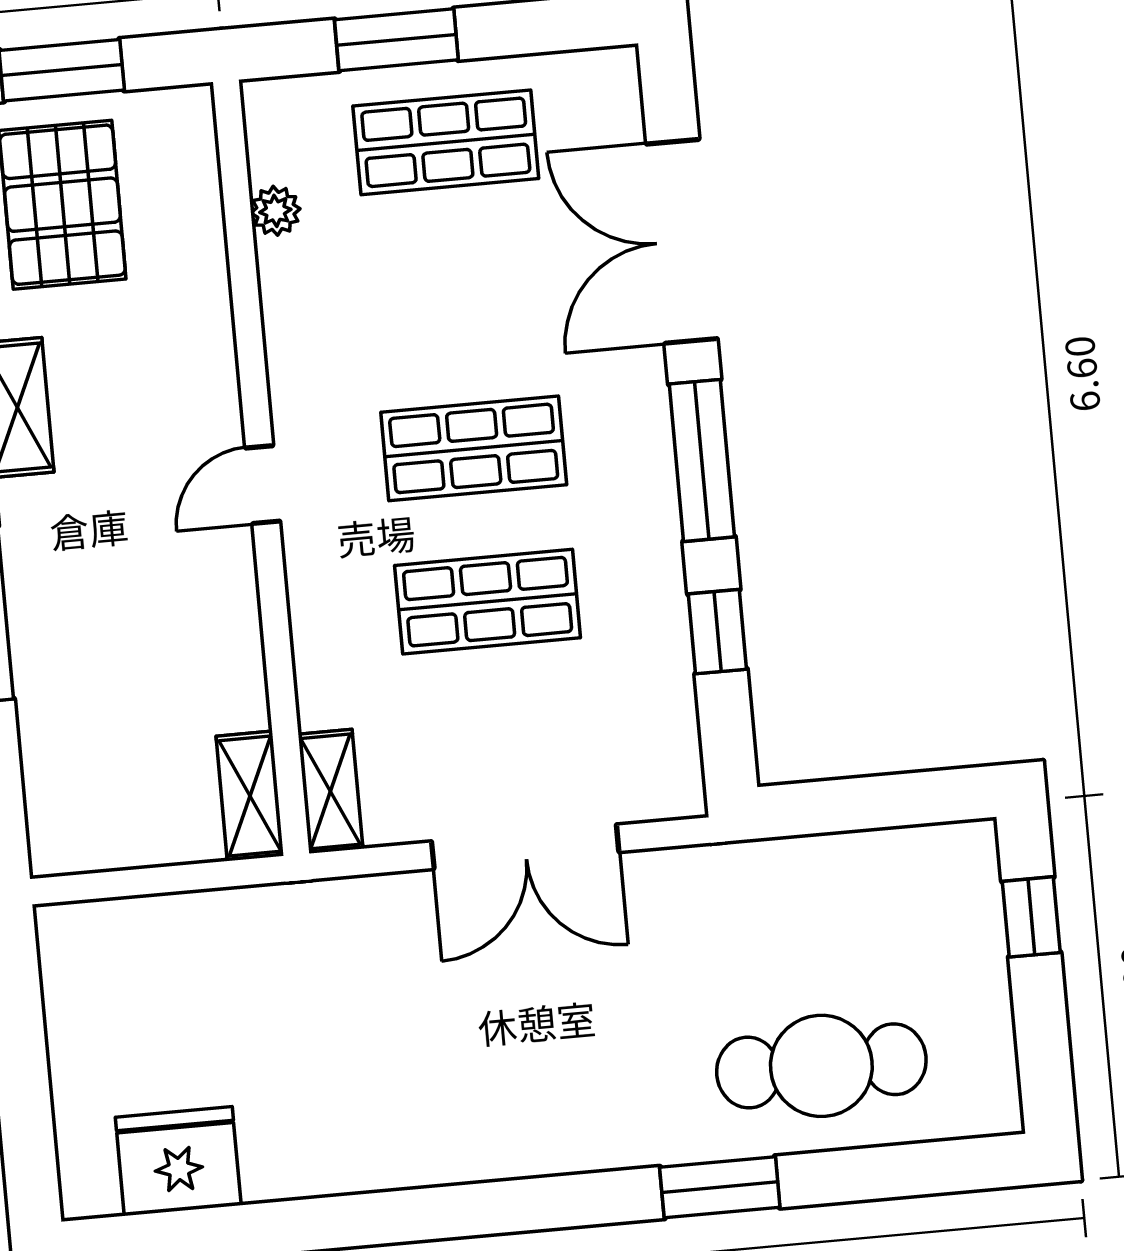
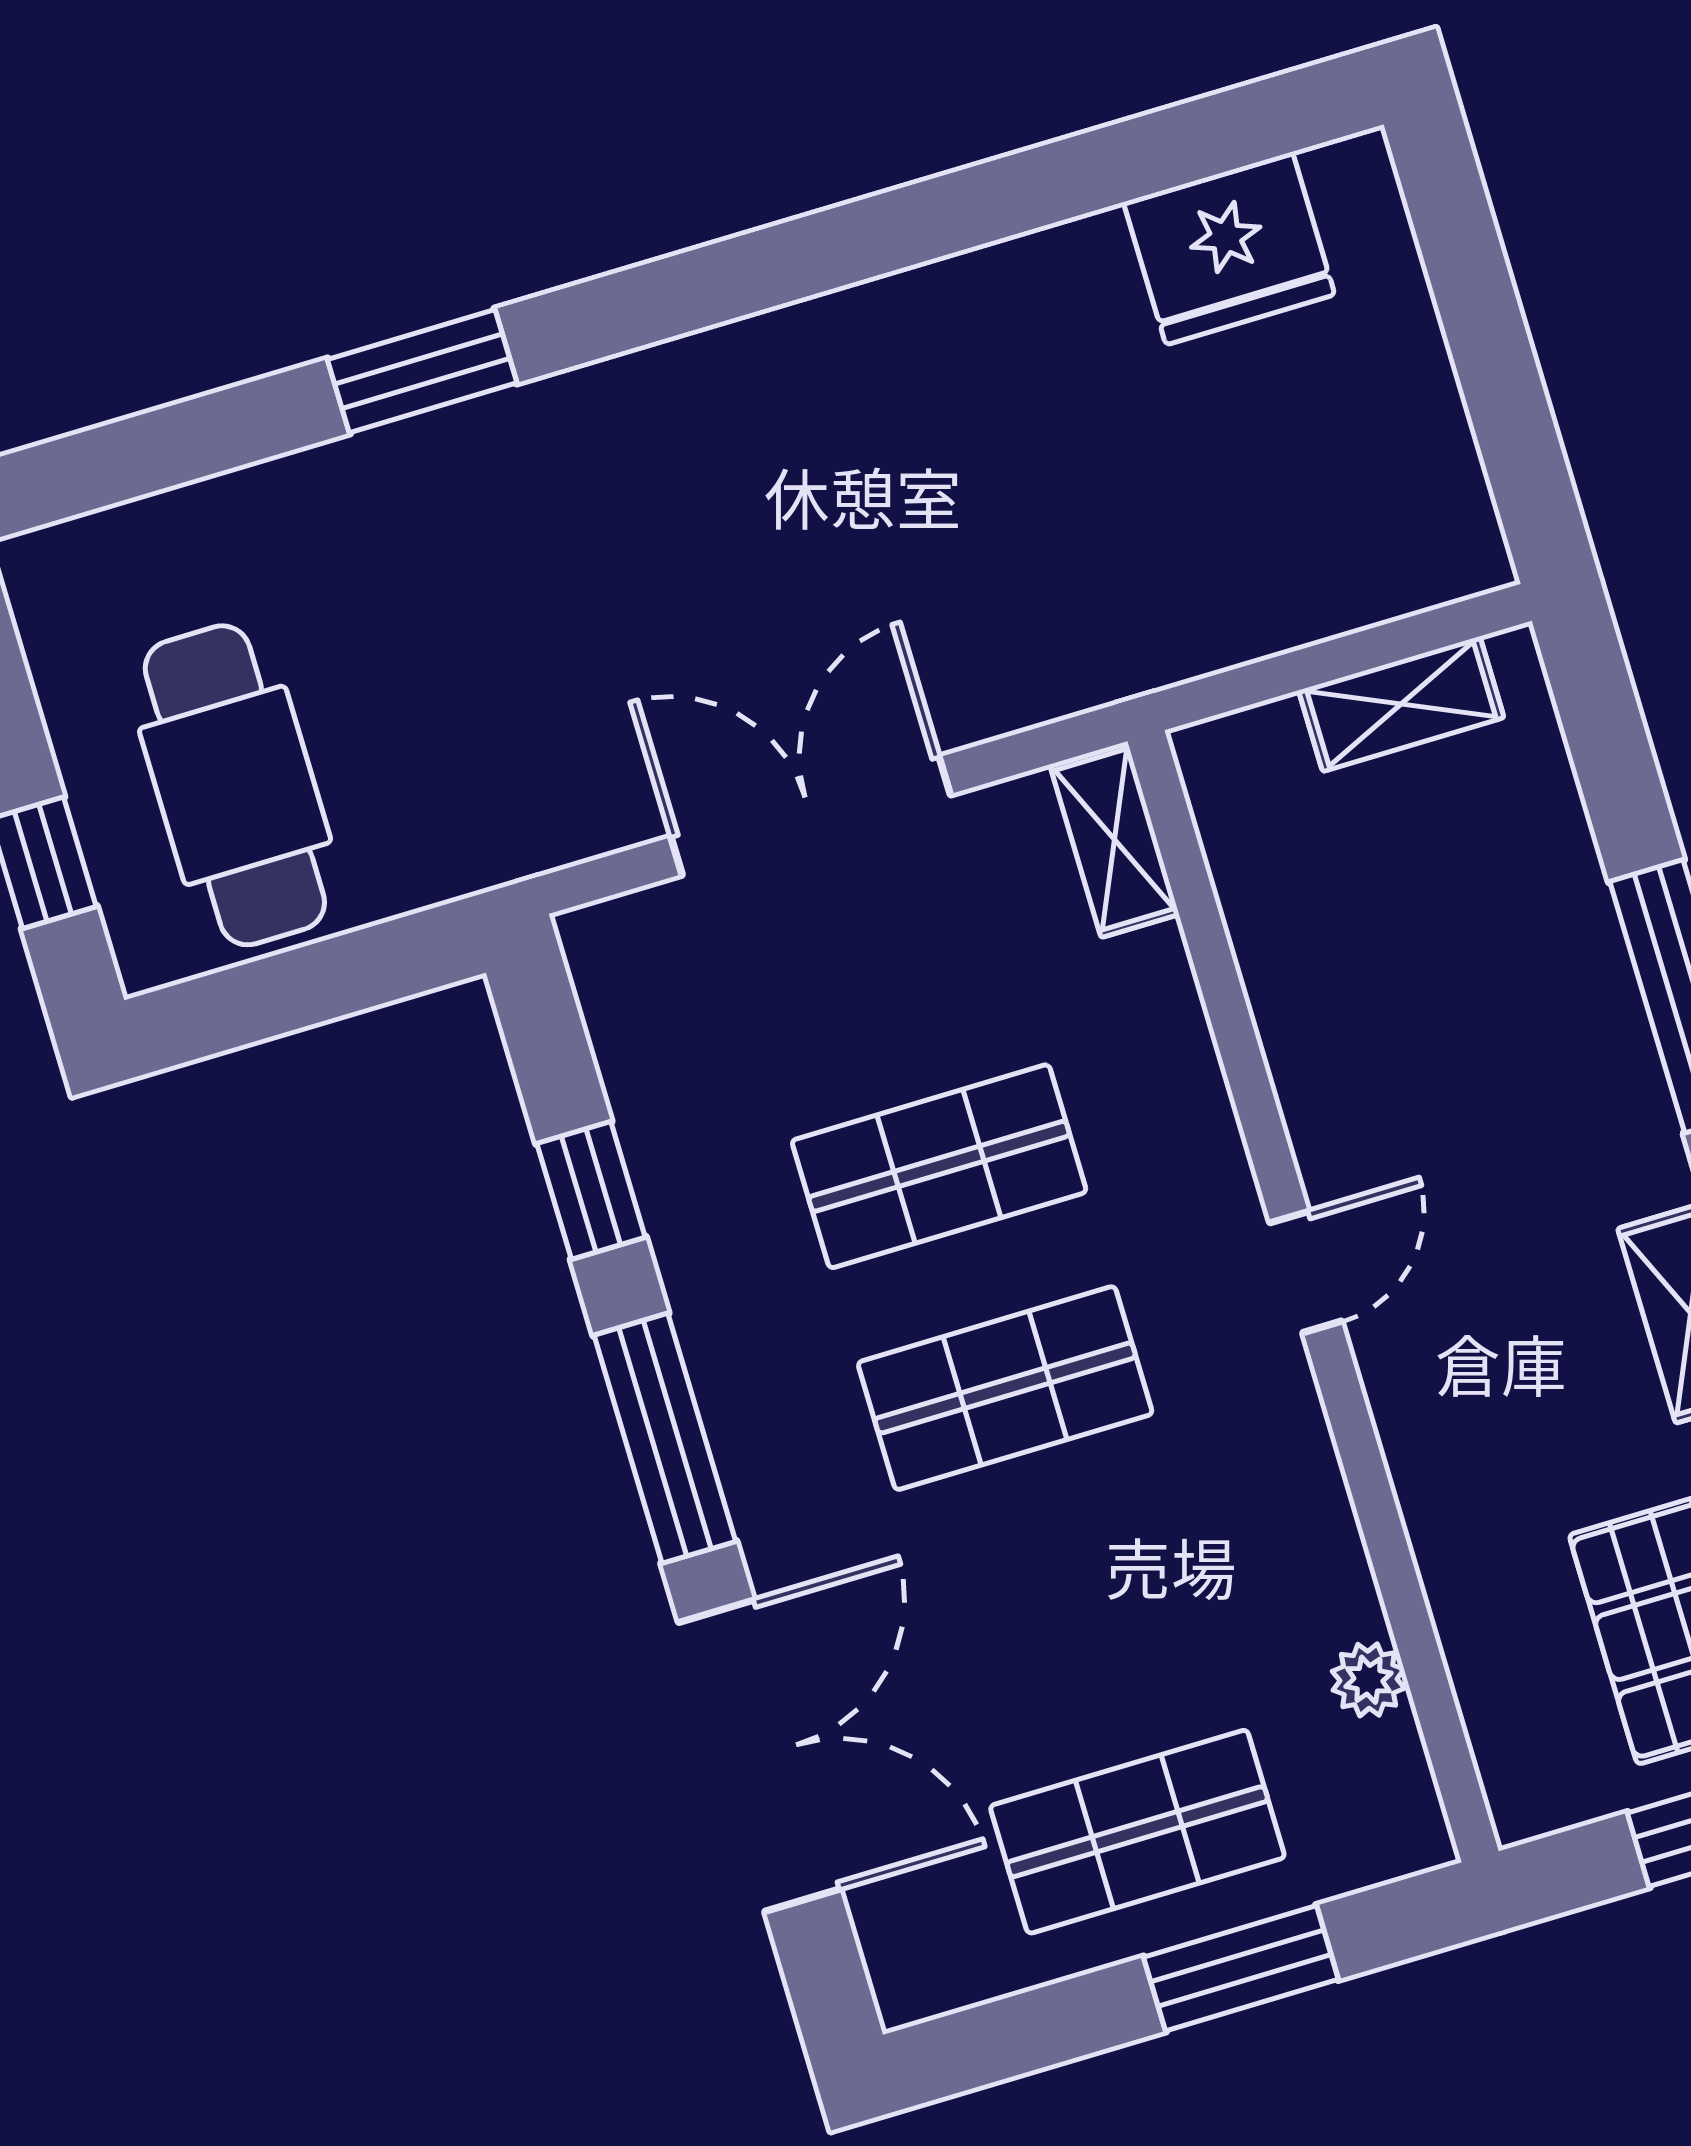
shelving: (250, 796) -> (1401, 704), moved, turned 90
cafe table: (821, 1066) -> (235, 785), moved, turned 90

